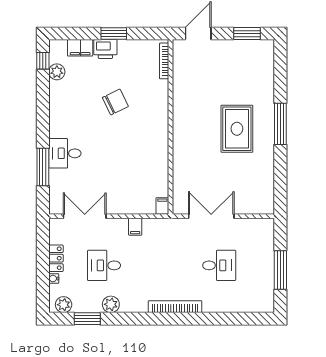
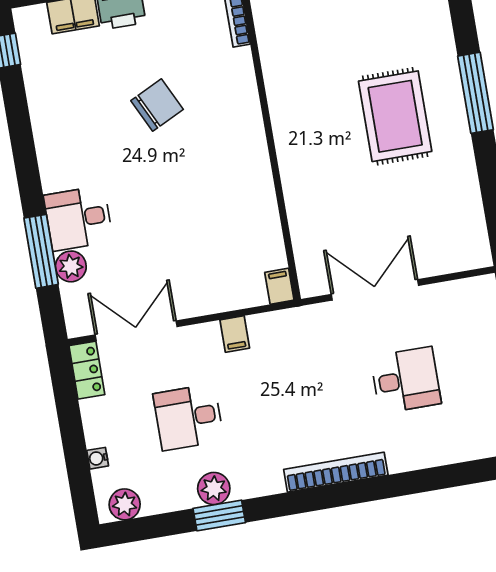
plant: (57, 72) -> (71, 266), moved
locker: (56, 258) -> (87, 370), moved
window: (87, 319) -> (219, 515), moved

